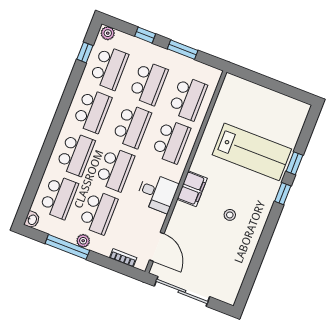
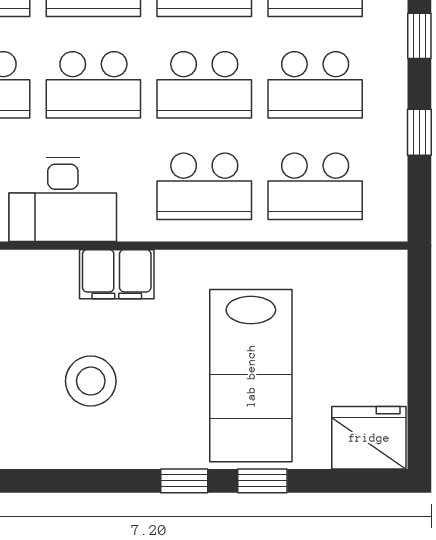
window: (183, 50) -> (419, 132), width x0.67
fridge: (294, 115) -> (369, 438), added
desk: (157, 193) -> (63, 200), width x1.37
stool: (230, 215) -> (91, 381), width x1.89, depth x1.89

